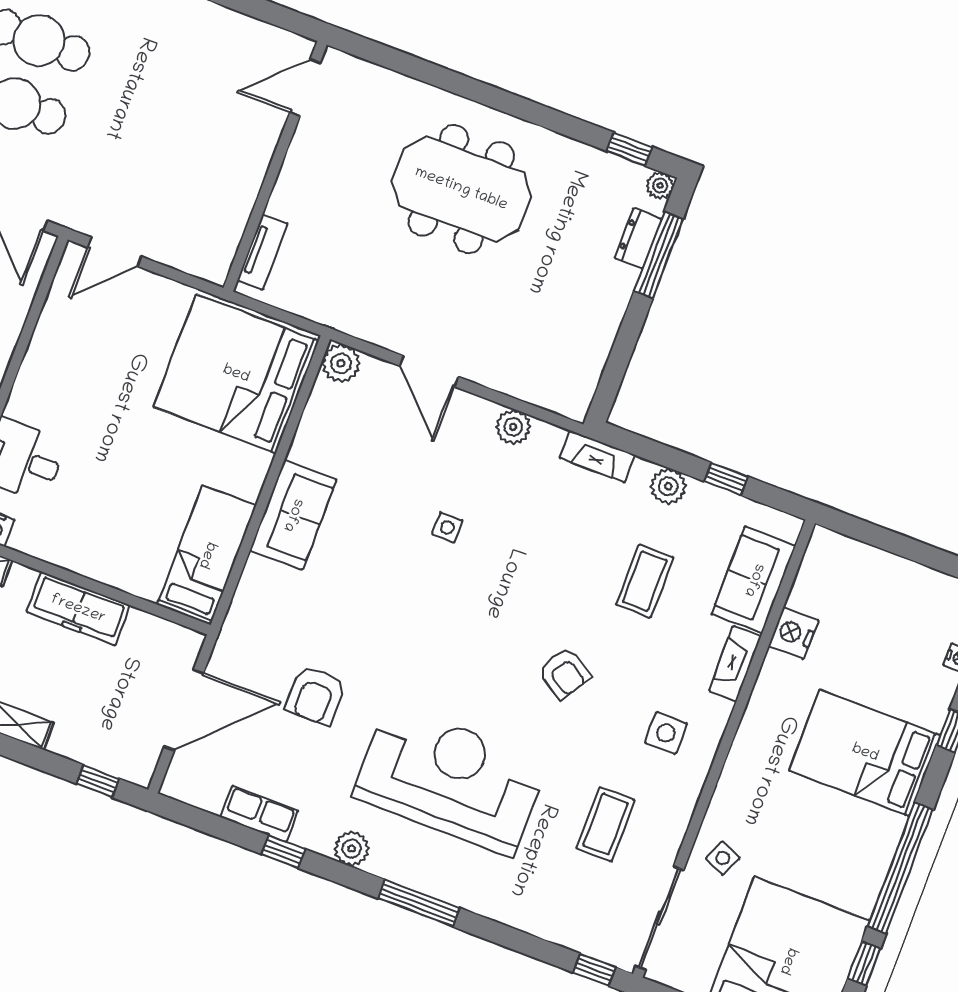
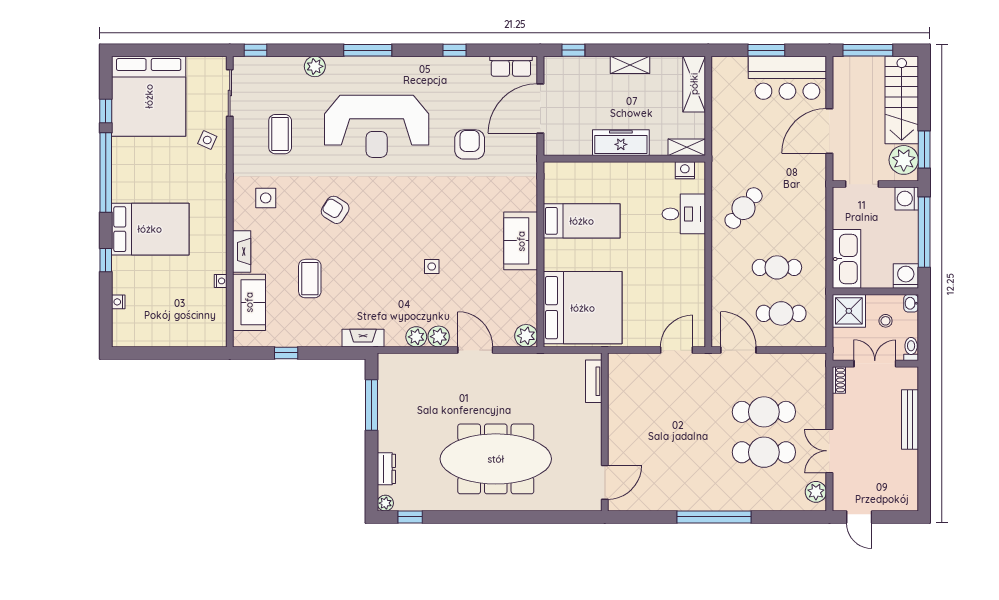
meeting table: (461, 189) -> (496, 459), width x1.36
window: (659, 255) -> (371, 405), moved
plant: (668, 486) -> (439, 337), moved
bed: (207, 555) -> (582, 221), moved, turned -90
nightstand: (793, 633) -> (221, 281), width x0.53, depth x0.56
row of seats: (259, 814) -> (511, 66), moved
plant: (352, 849) -> (315, 66), moved
sliding door: (660, 918) -> (230, 93), width x0.73

